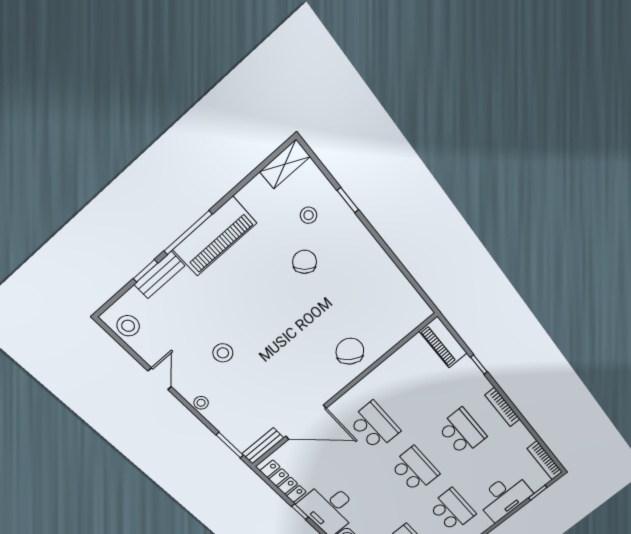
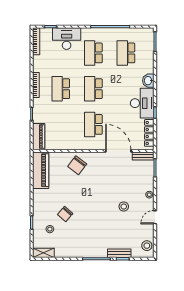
piano: (215, 236) -> (41, 170), moved, turned 90

